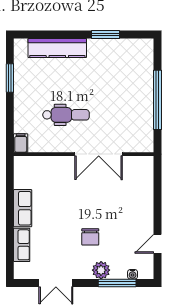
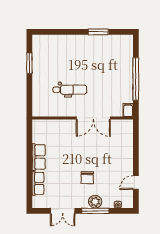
kitchen counter: (57, 48) -> (64, 42), removed
filing cabinet: (21, 143) -> (128, 110), moved
window: (117, 283) -> (95, 211), moved

